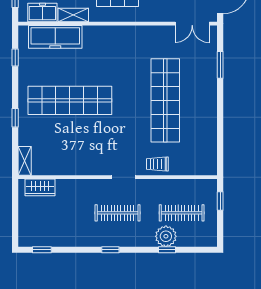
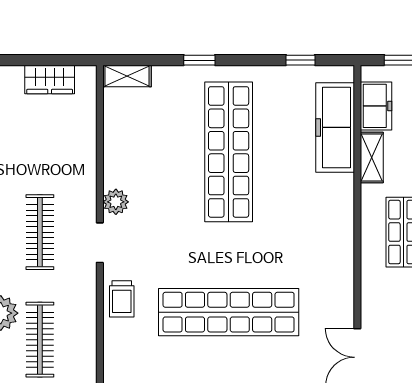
trolley: (157, 164) -> (122, 299), turned 180
plant: (100, 168) -> (116, 202), added
wardrobe: (40, 187) -> (50, 79), moved, turned -90

